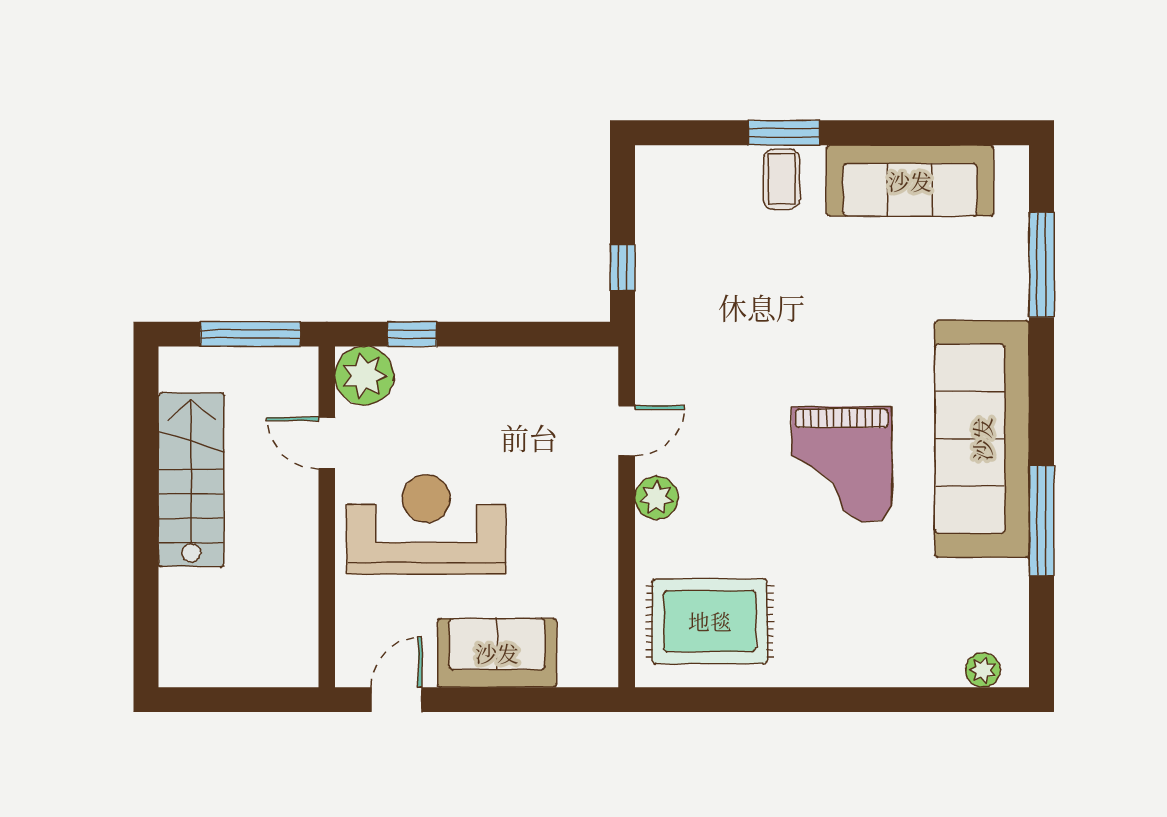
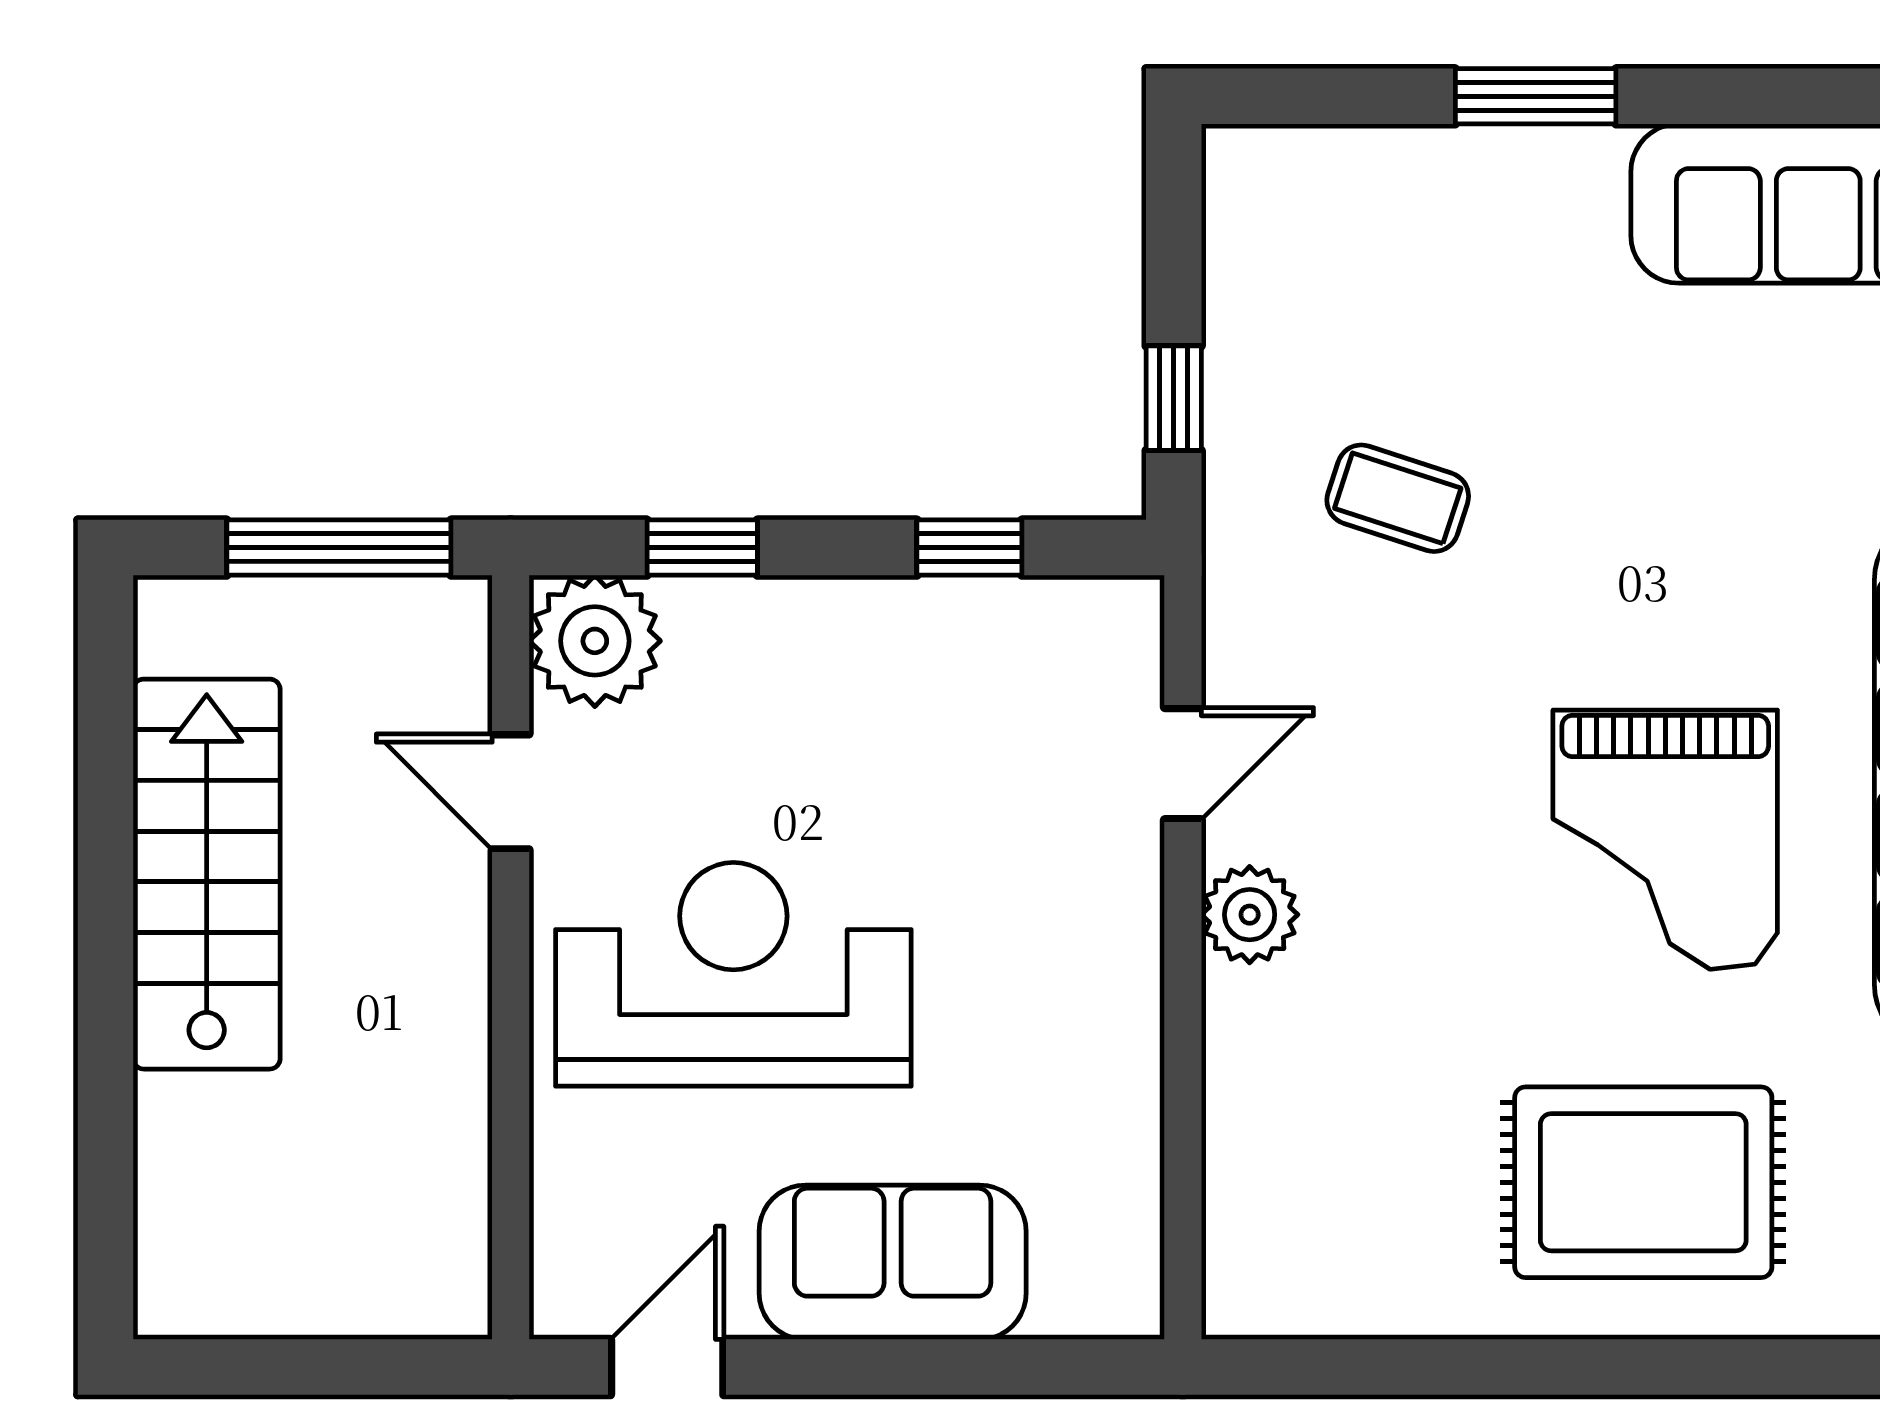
coffee table: (781, 179) -> (1398, 498), moved, turned -72
window: (531, 334) -> (969, 548), added
rug: (710, 621) -> (1643, 1182), moved

